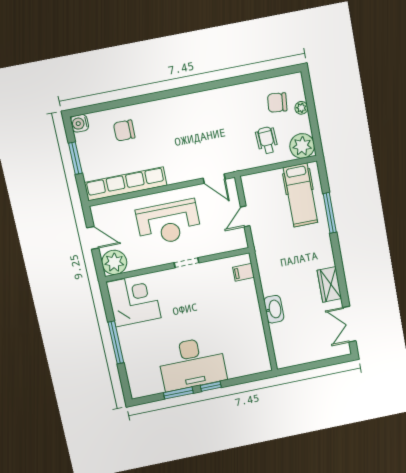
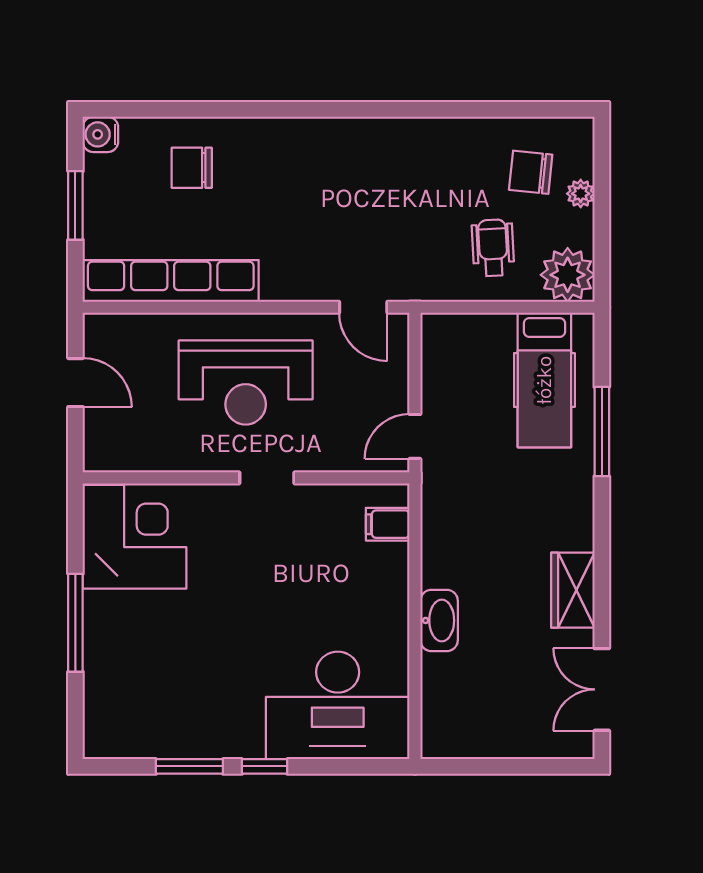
door: (245, 216) -> (415, 436), moved
plant: (114, 262) -> (110, 445), removed
desk: (192, 363) -> (338, 705), moved

